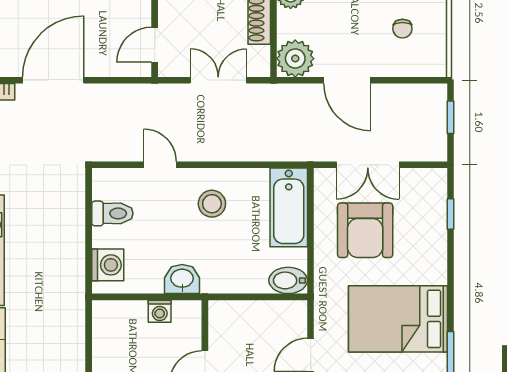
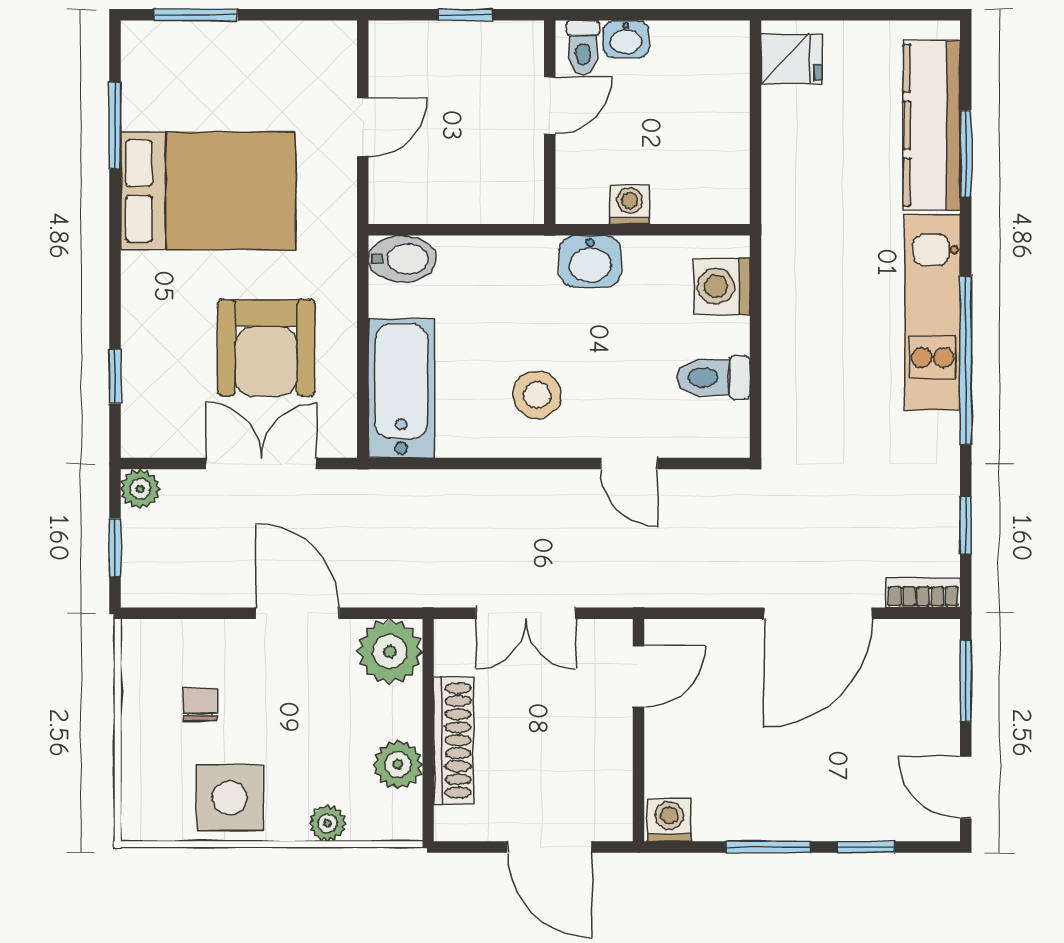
plant: (436, 150) -> (140, 489), added
armchair: (365, 230) -> (266, 348), turned 180

